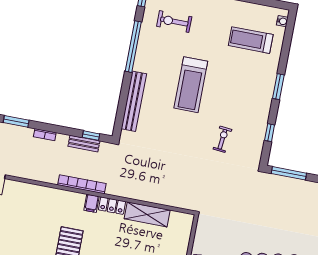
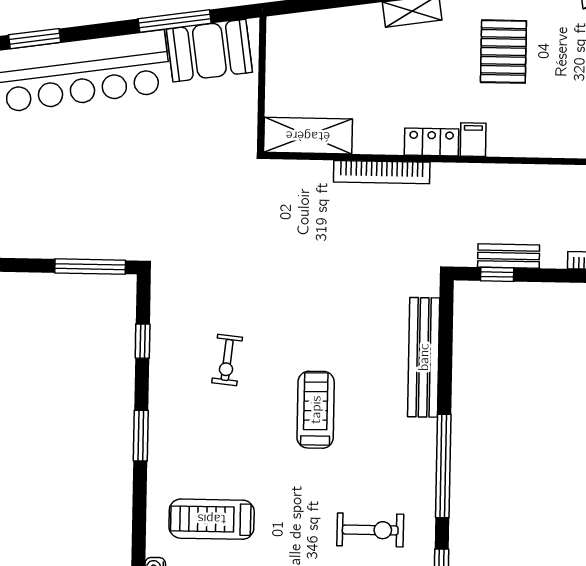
treadmill: (251, 40) -> (212, 519), turned 180
treadmill: (191, 85) -> (316, 410), width x0.73, depth x0.73
exercise bike: (222, 139) -> (227, 360), moved
bookcase: (82, 184) -> (382, 172), moved
shelving: (147, 214) -> (308, 136), moved

